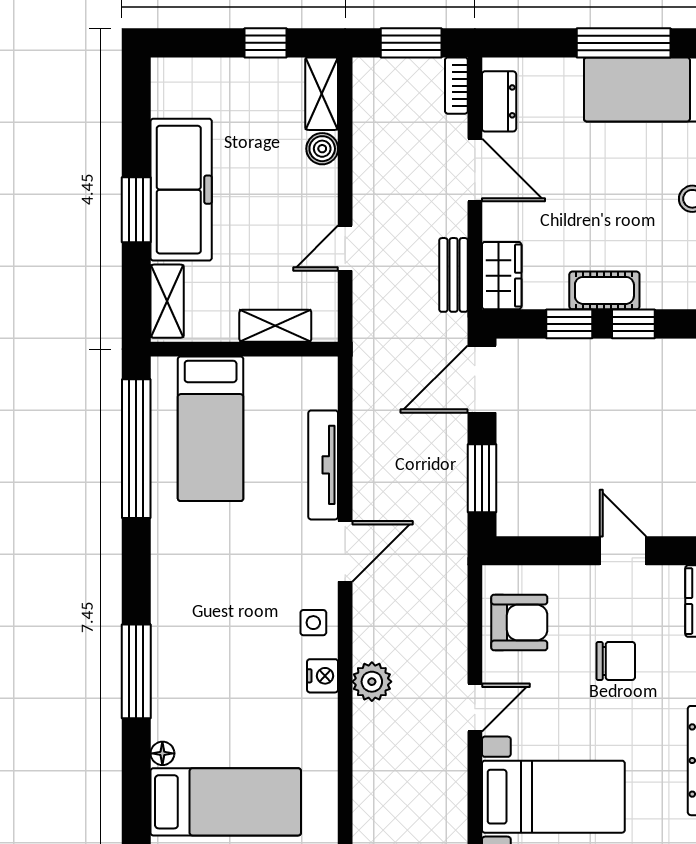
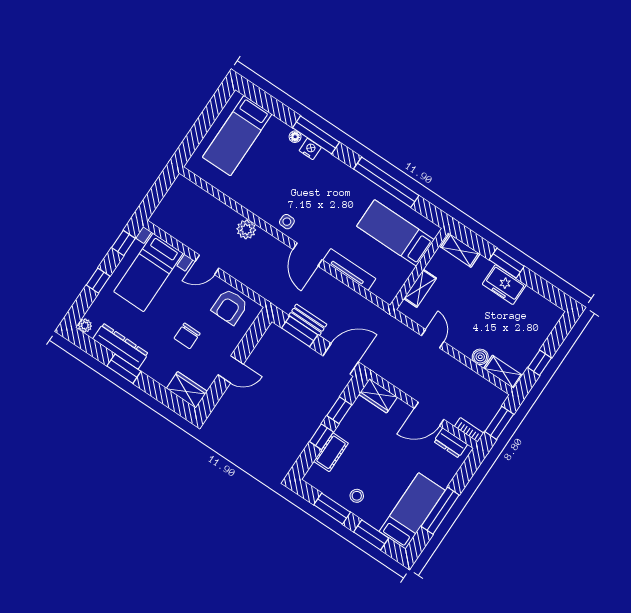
freezer: (181, 190) -> (504, 285), width x0.52, depth x0.79
bench: (454, 275) -> (308, 320), moved
cot: (604, 290) -> (331, 452), moved
door: (482, 379) -> (341, 359), hinge flipped
window: (136, 449) -> (386, 182), moved
nightstand: (323, 676) -> (310, 149), moved, turned 180
door: (475, 708) -> (207, 265), hinge flipped
floor lamp: (162, 753) -> (295, 137), moved

